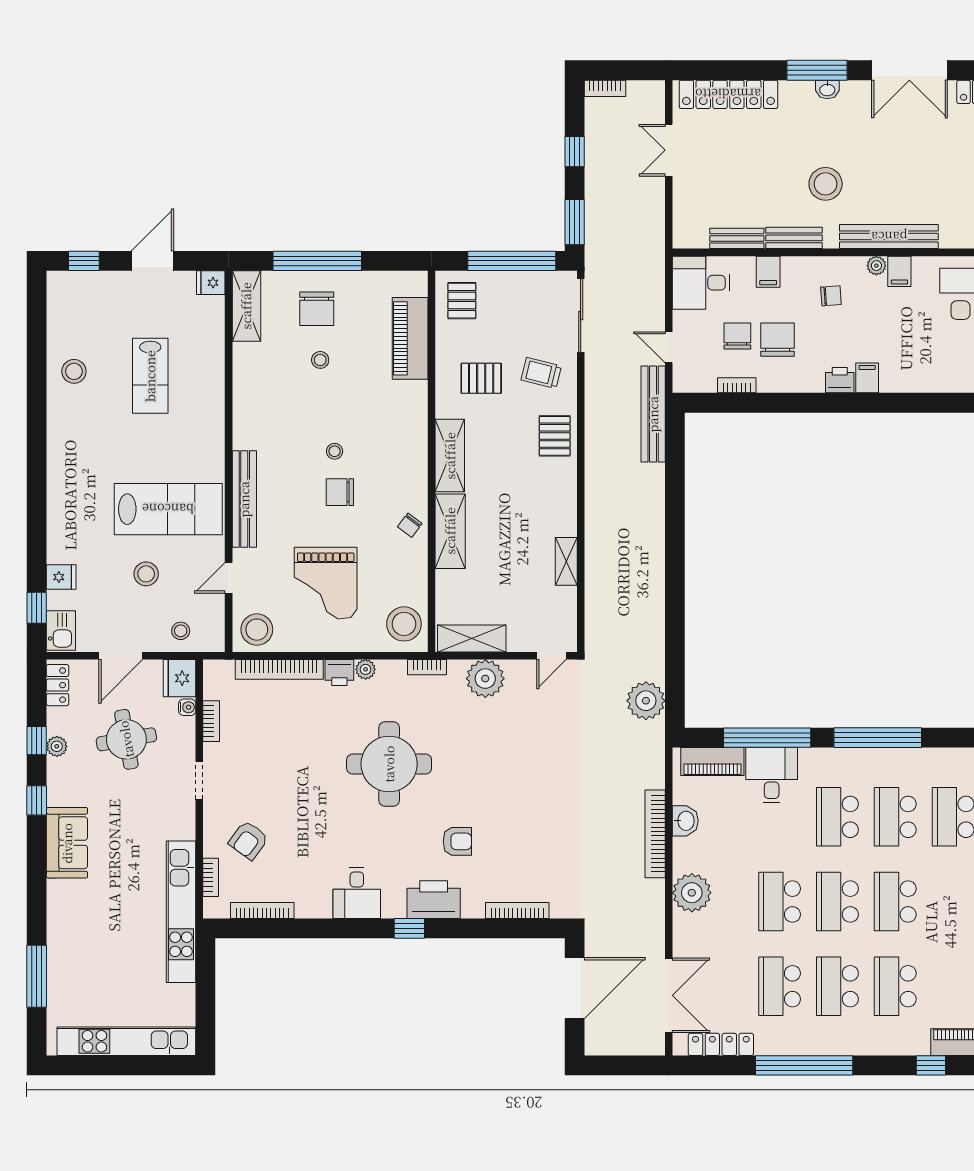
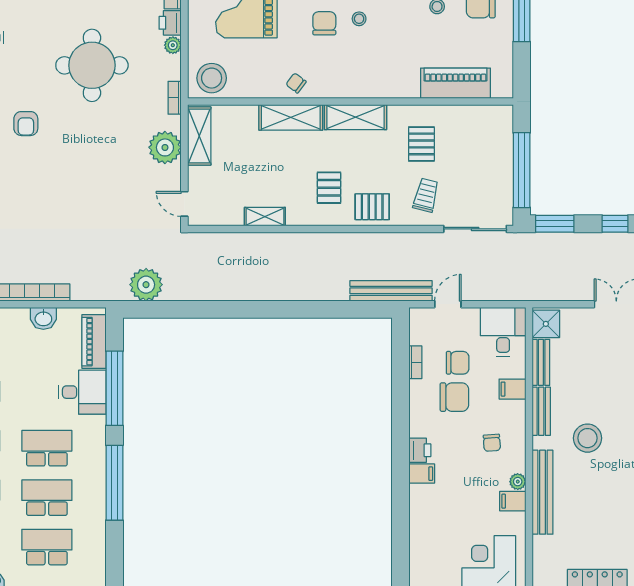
shower: (692, 233) -> (546, 324), added
pallet: (462, 301) -> (329, 188), moved, turned 90

